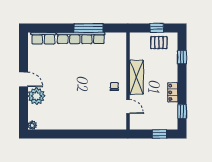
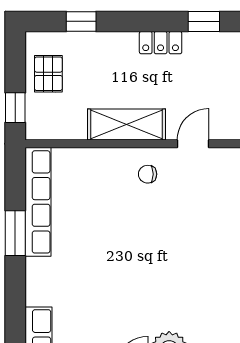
window: (88, 28) -> (15, 233), width x0.69
window: (157, 28) -> (15, 108), moved
row of seats: (81, 38) -> (38, 202), moved

